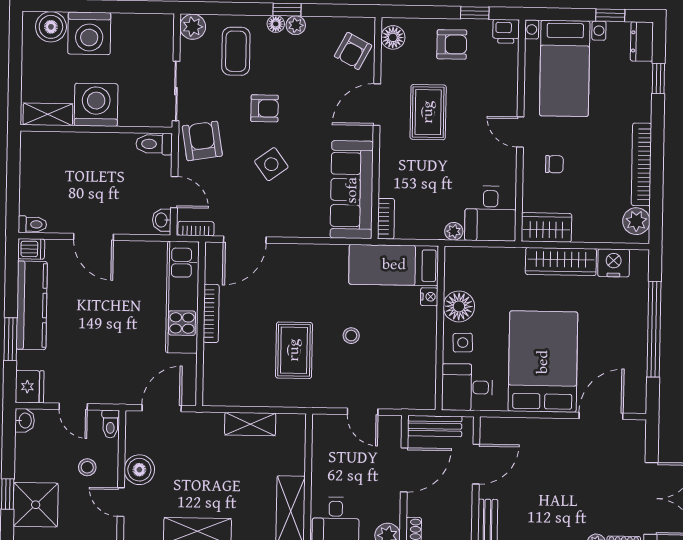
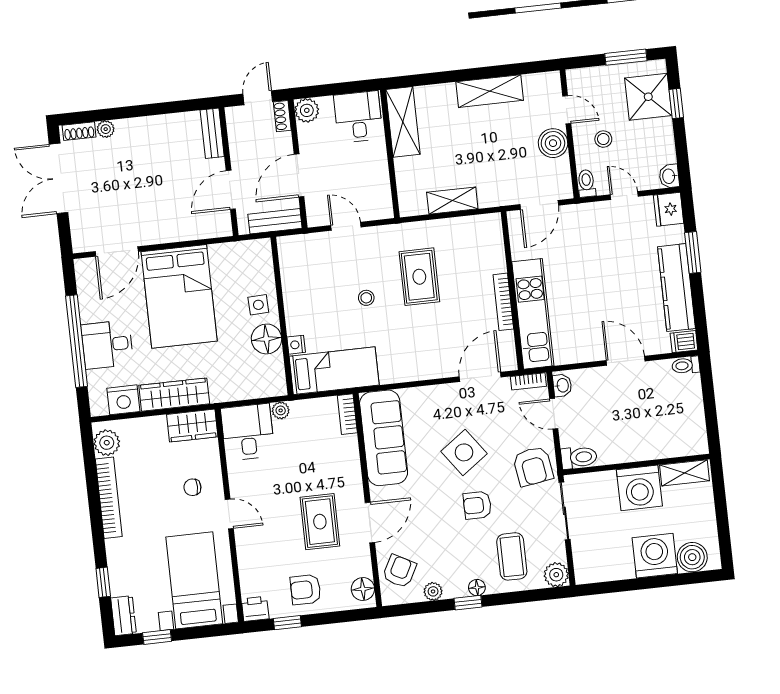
plant: (296, 25) -> (433, 591), moved
side table: (271, 164) -> (464, 452), width x1.37, depth x1.37
desk: (467, 387) -> (107, 345), moved, turned 180

